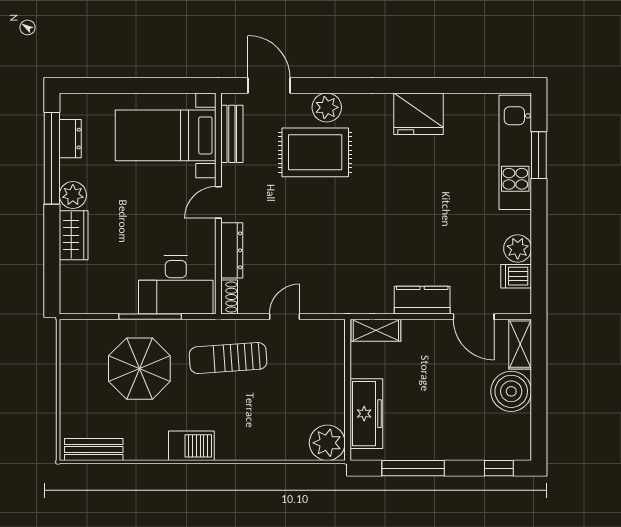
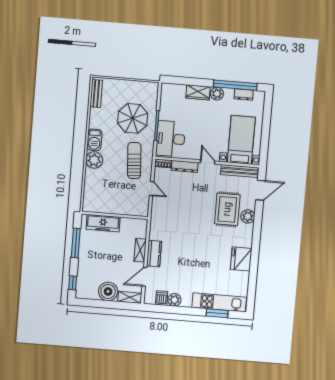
bench: (232, 134) -> (239, 171), width x1.36
shelving: (376, 330) -> (140, 250), moved
plant: (327, 443) -> (94, 160), moved

